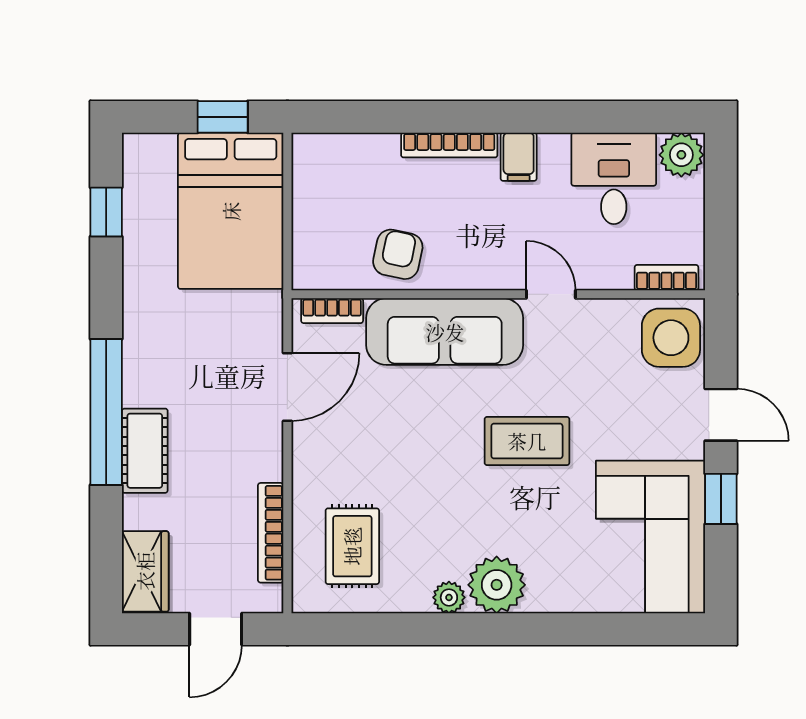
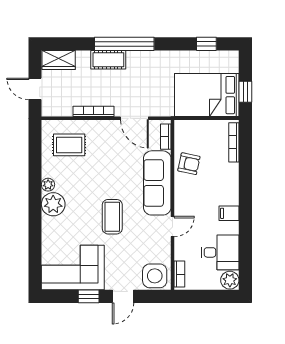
bookcase: (449, 145) -> (234, 142), moved
bookcase: (271, 533) -> (94, 111), moved

